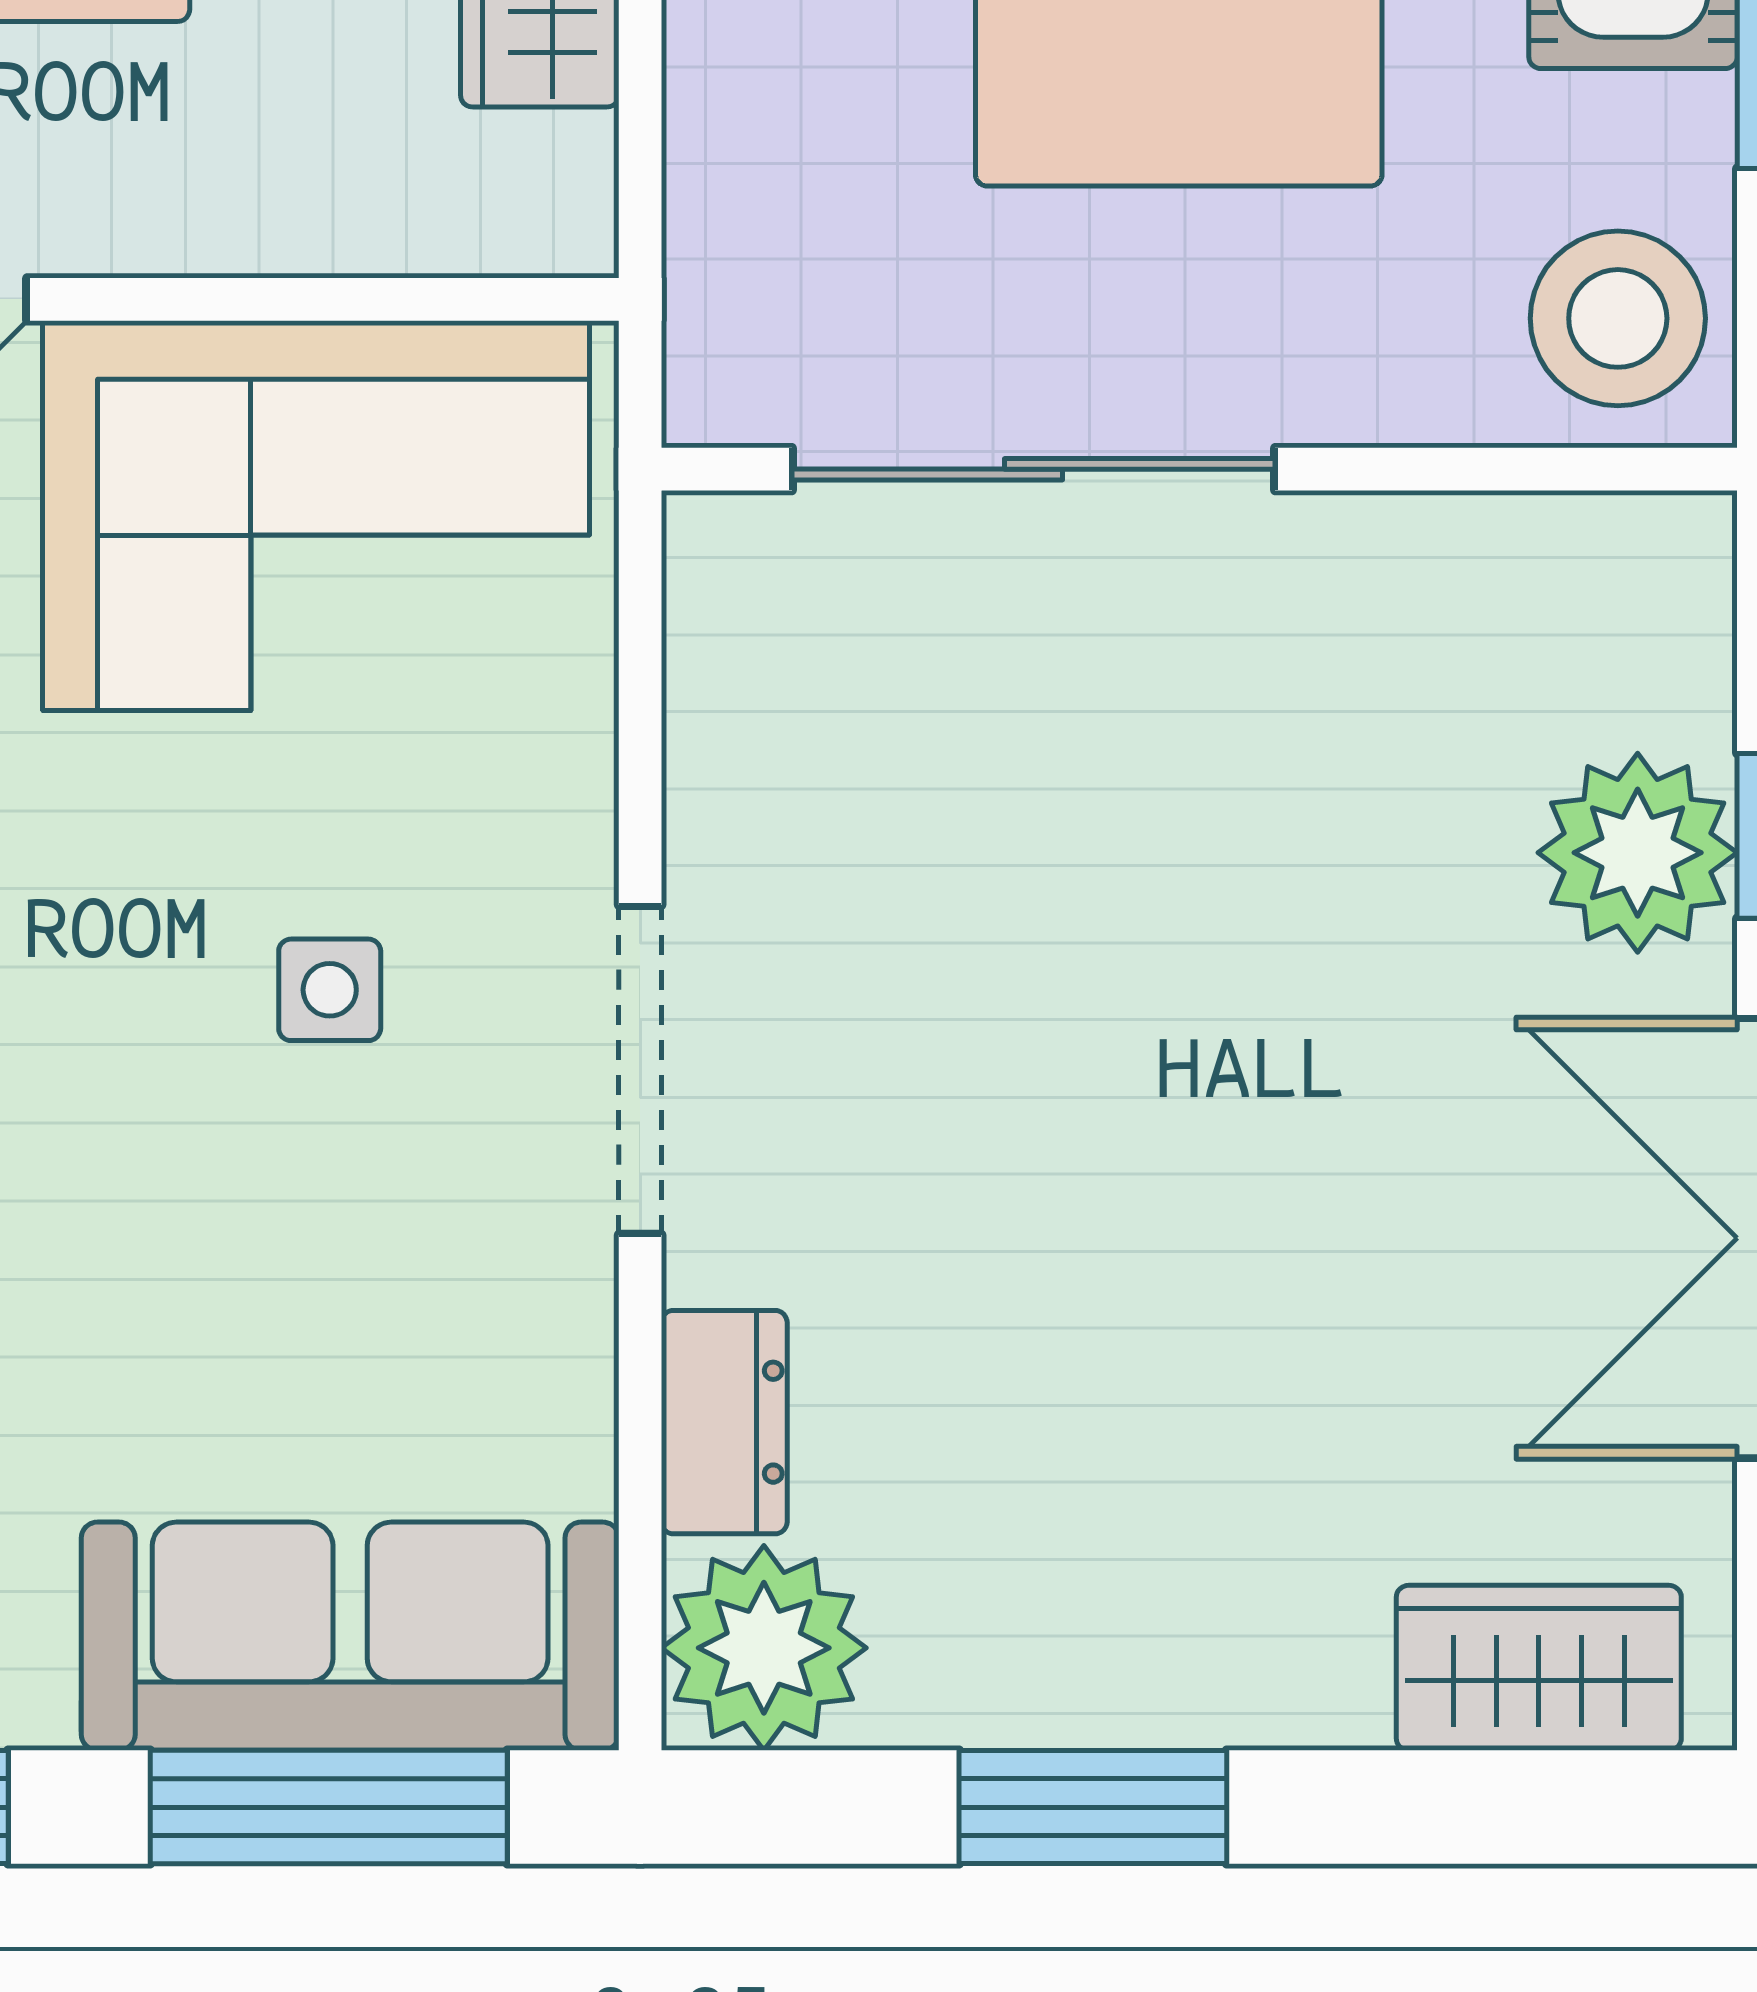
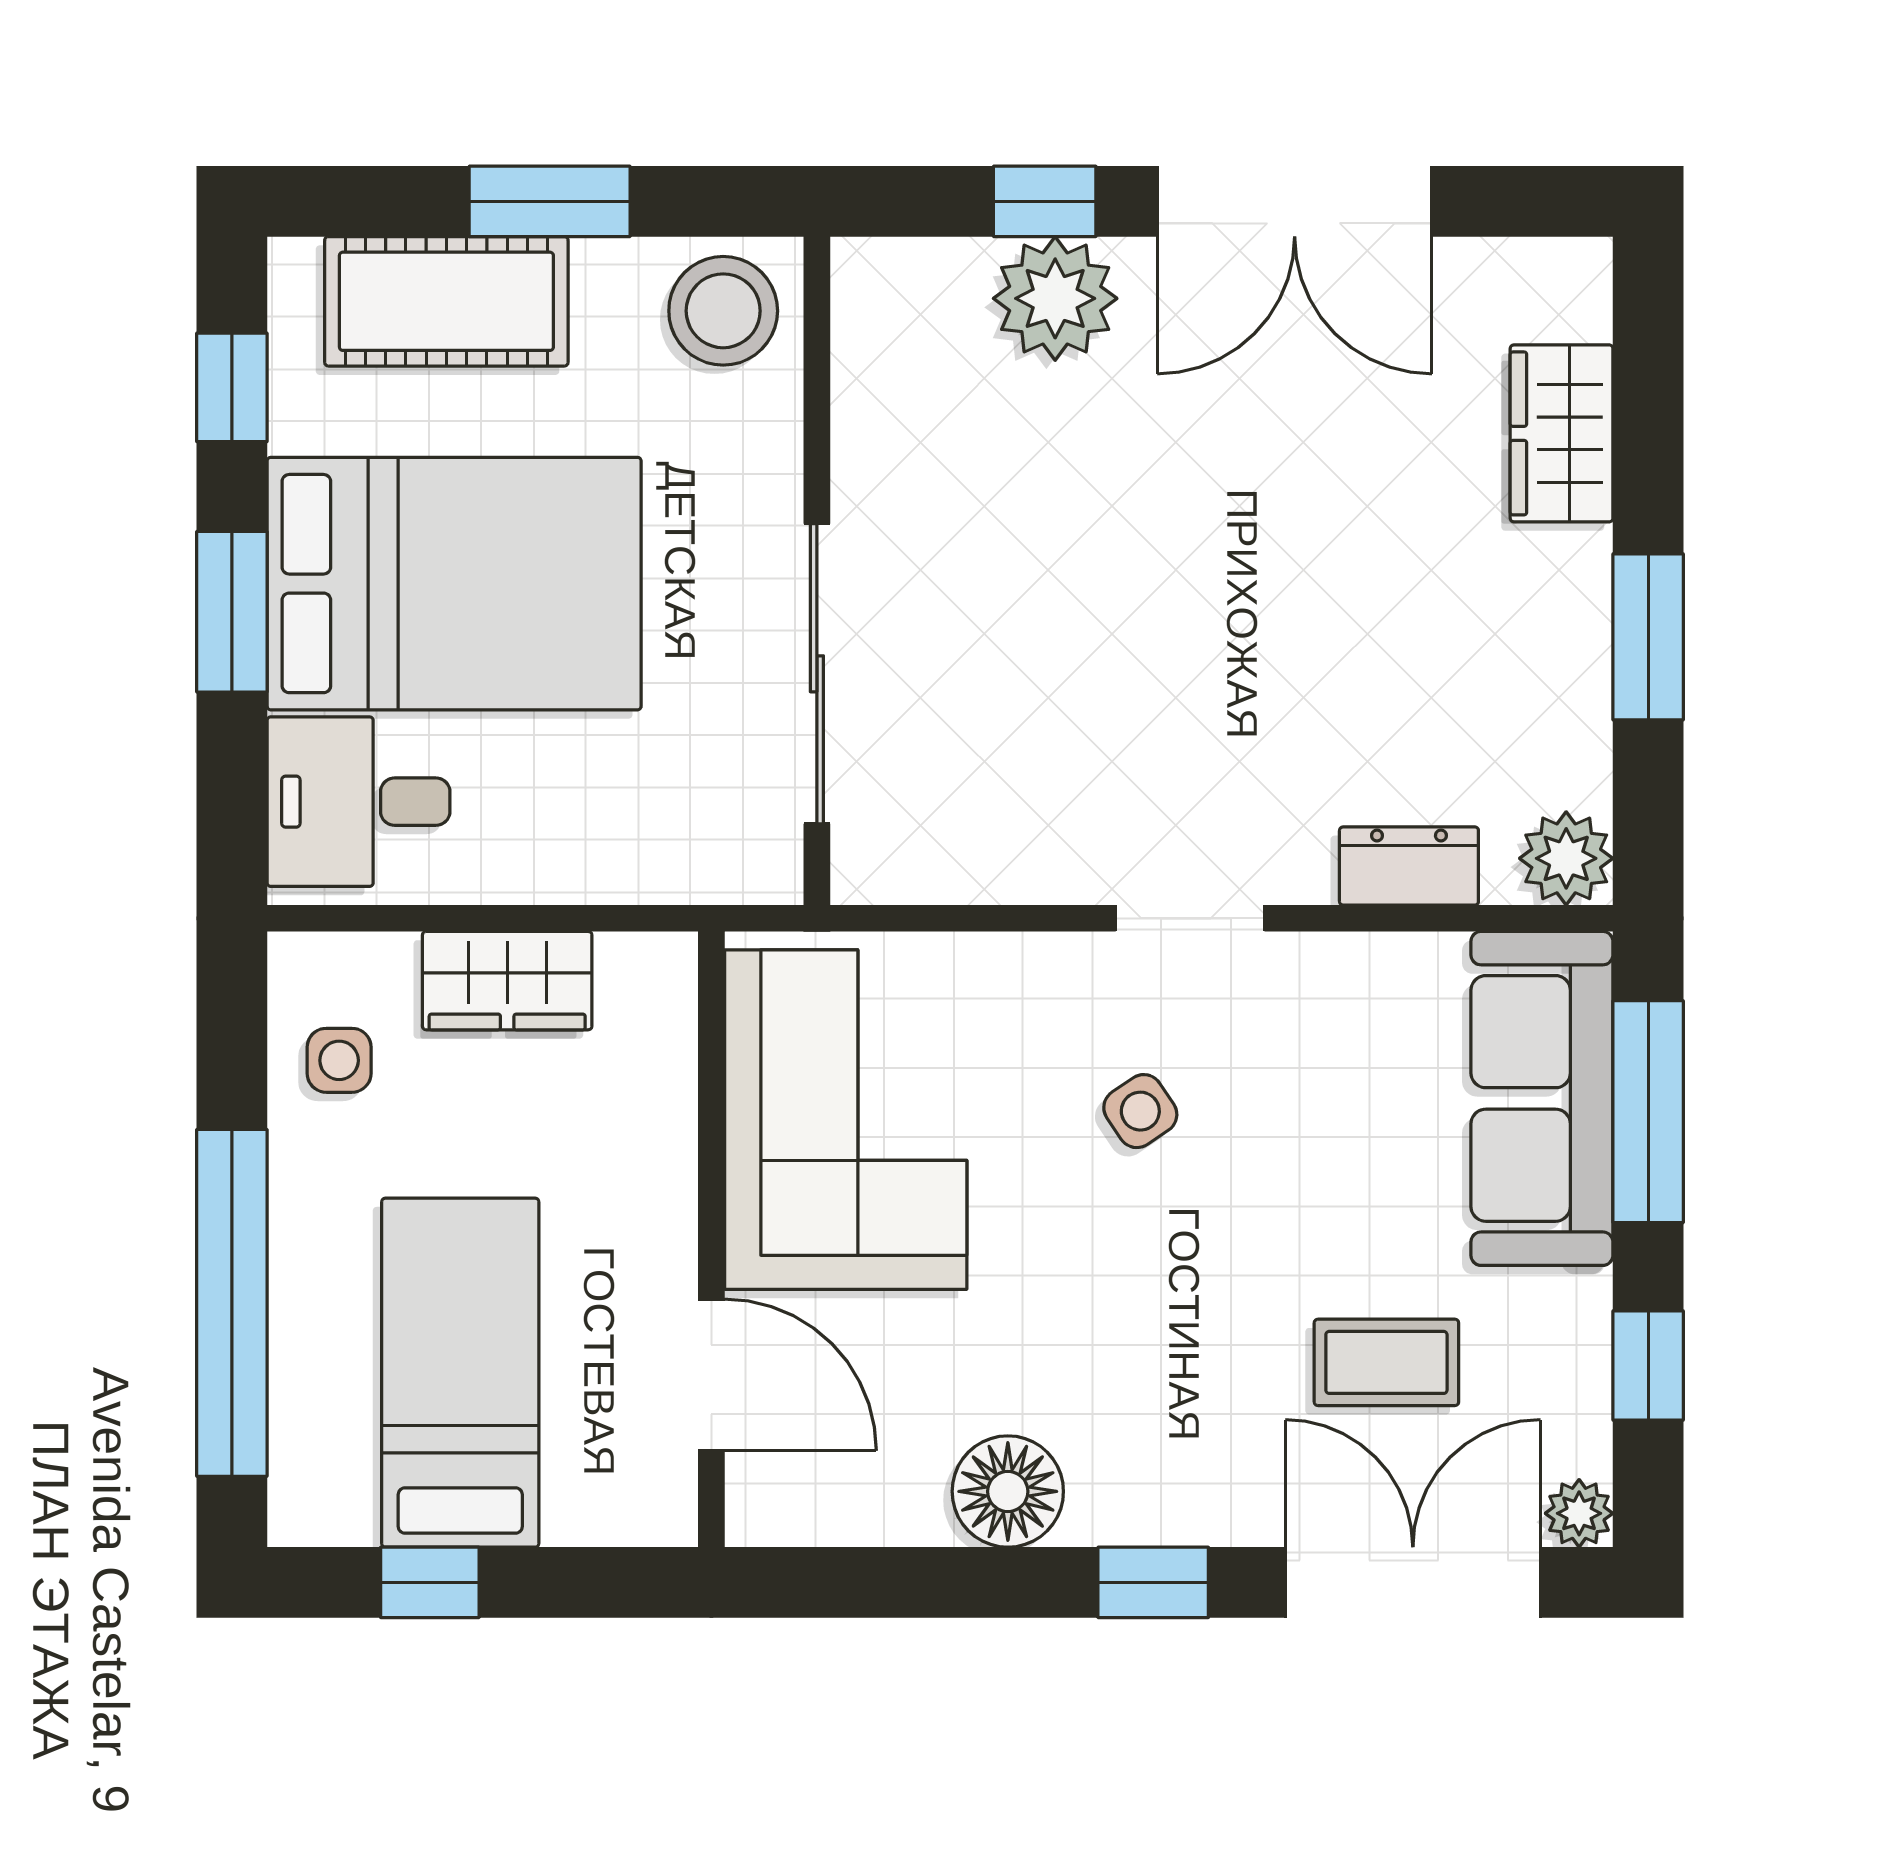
side table: (330, 990) -> (1140, 1111), turned -34
doorway: (640, 1070) -> (1190, 918), width x0.73
plant: (764, 1648) -> (1566, 858), width x0.73, depth x0.73
wardrobe: (1539, 1668) -> (1562, 433), moved

